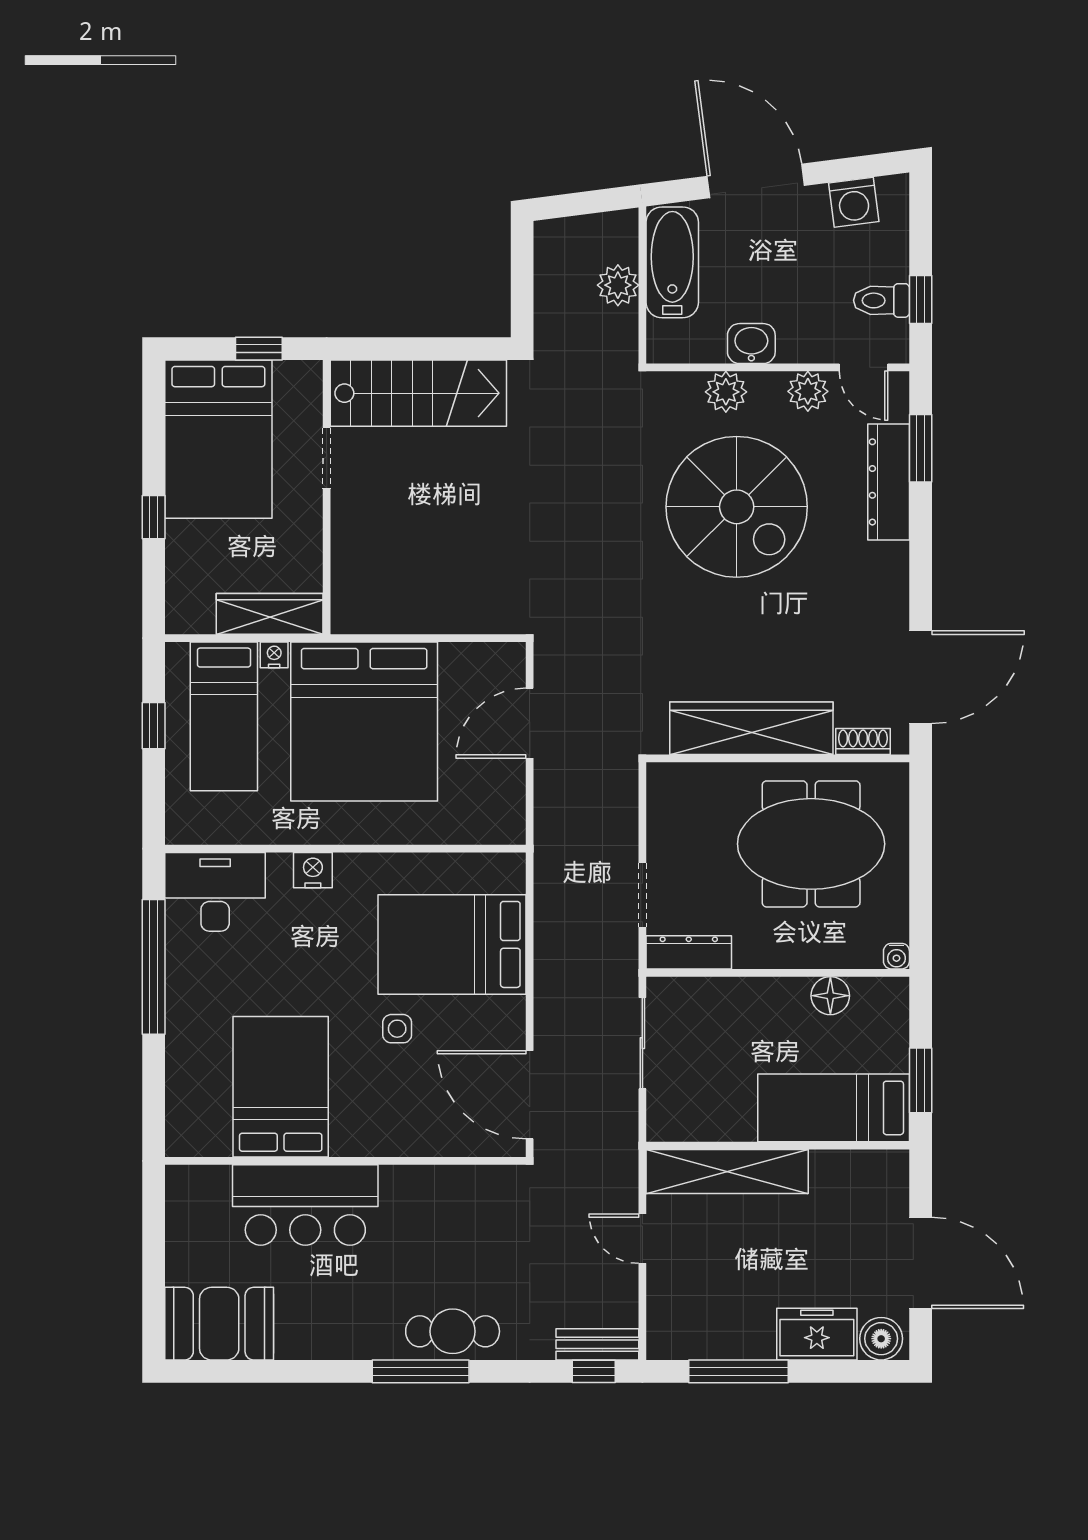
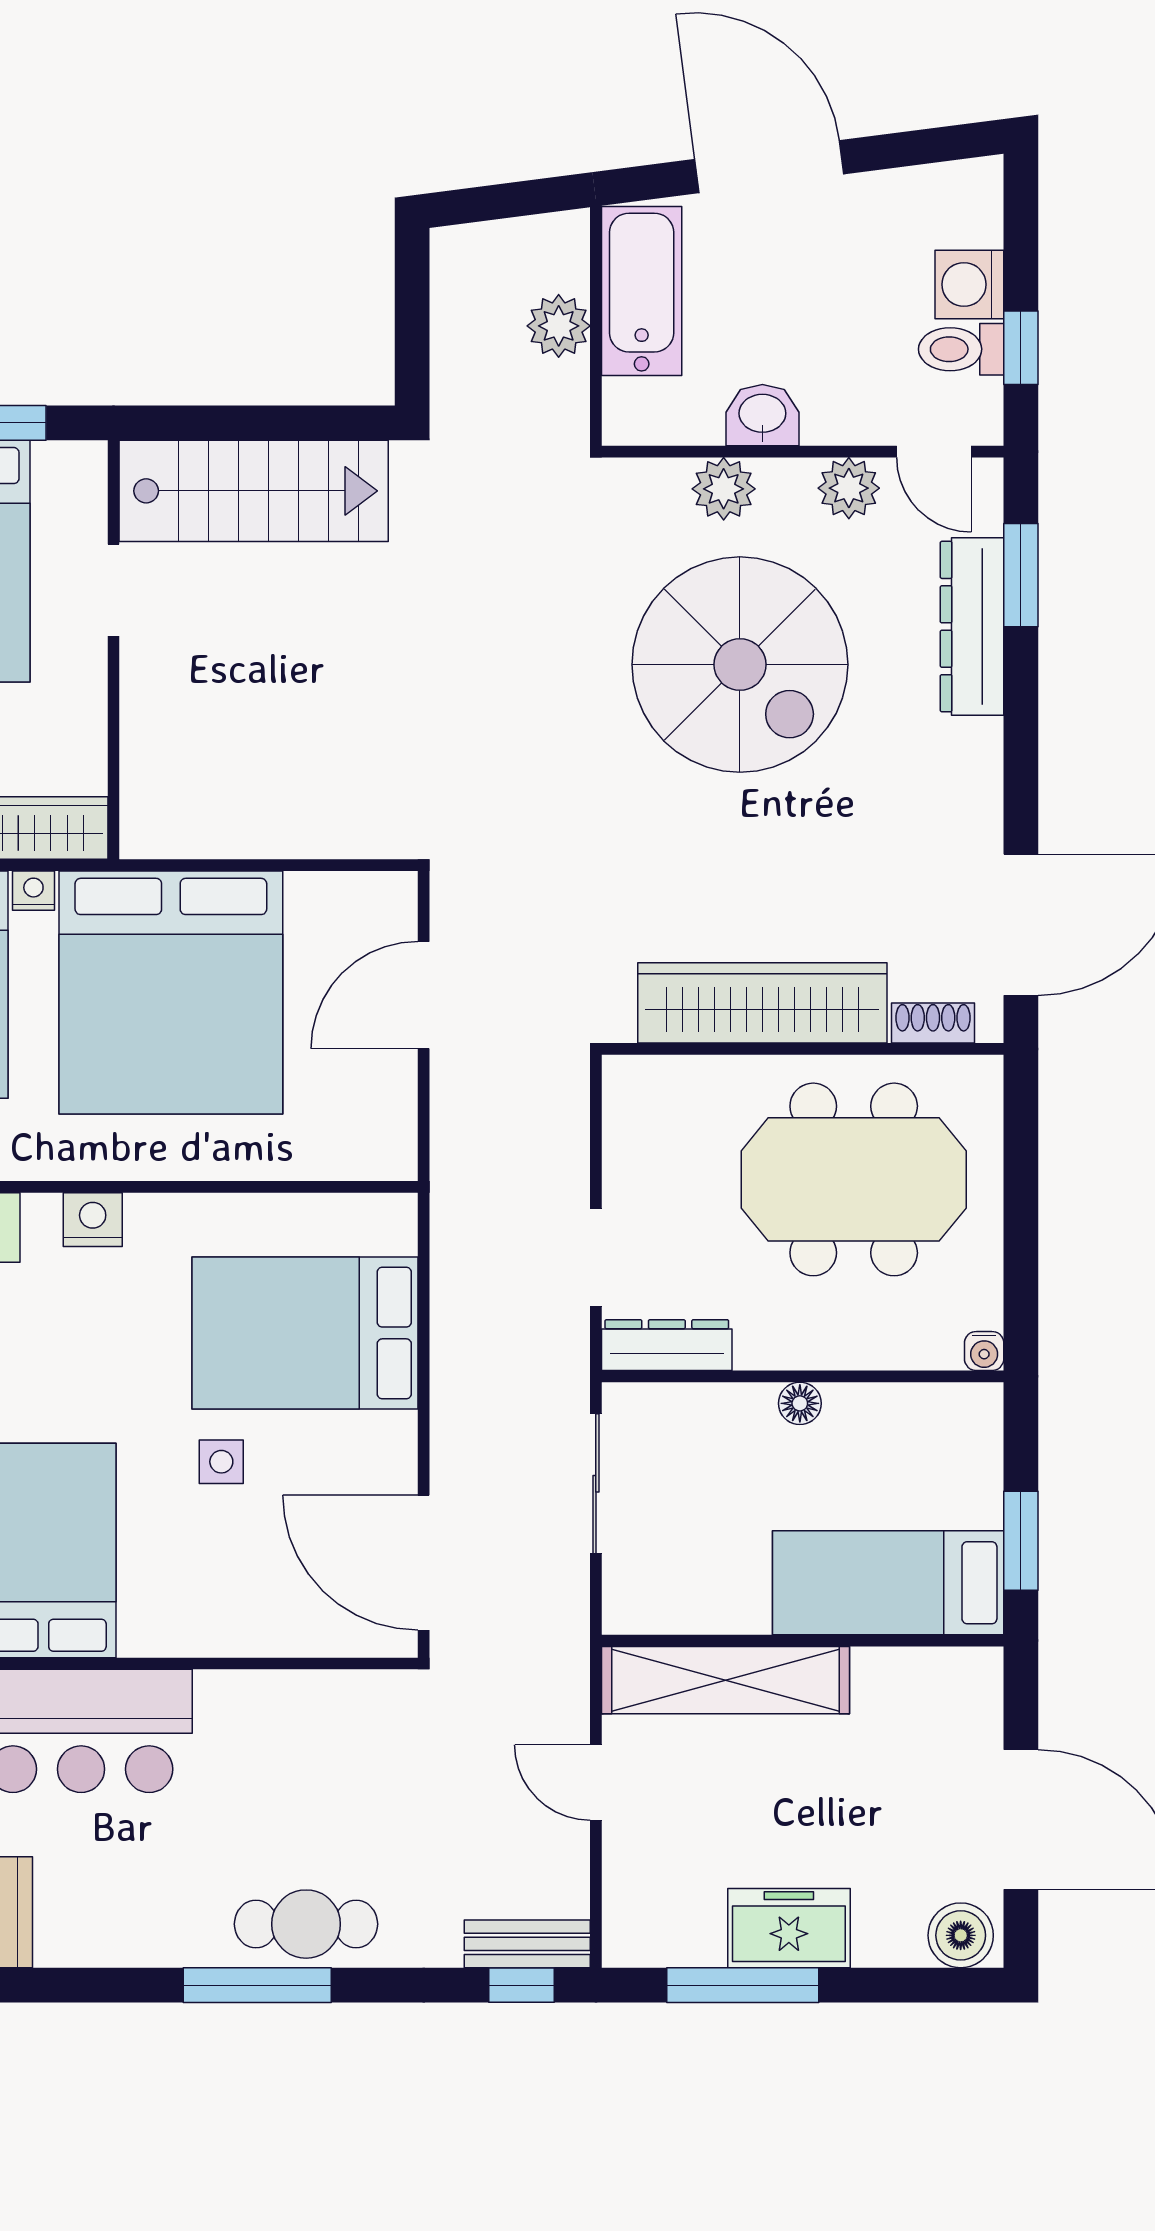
washing machine: (854, 202) -> (969, 284), moved, turned 97
floor lamp: (830, 996) -> (800, 1403), moved, width x0.73, depth x0.73
freezer: (817, 1334) -> (789, 1928), moved

